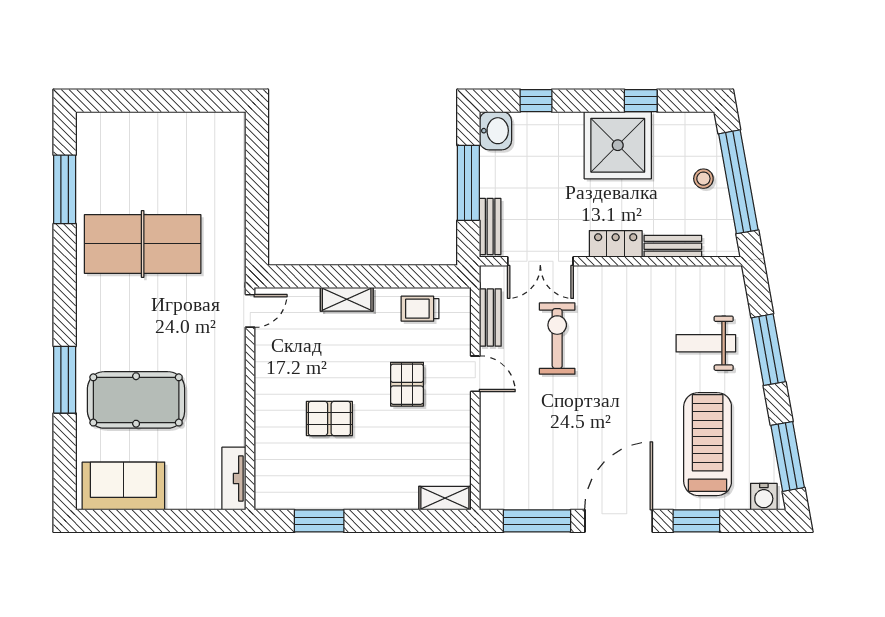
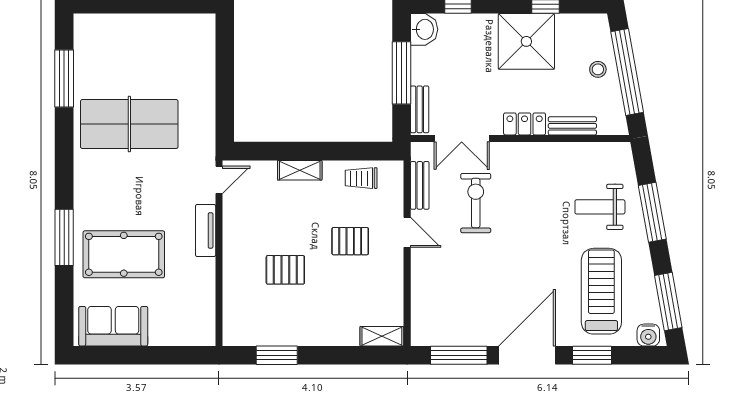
pallet: (407, 384) -> (350, 241), turned 90
tv unit: (234, 479) -> (206, 230), moved

